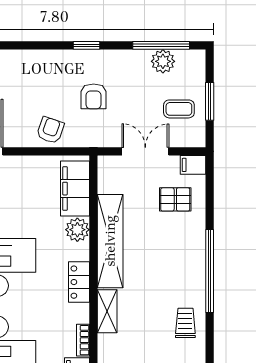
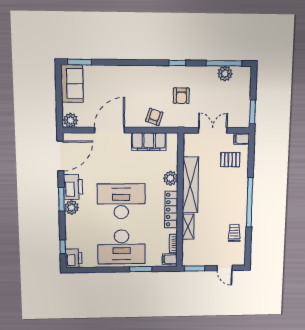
window: (210, 101) -> (253, 112), moved
coffee table: (179, 109) -> (234, 104), removed
filing cabinet: (75, 189) -> (149, 142), moved, turned -90
locker: (79, 282) -> (171, 210), width x1.53

